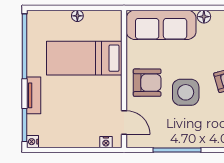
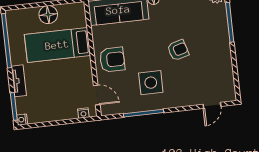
floor lamp: (77, 16) -> (48, 15), width x1.89, depth x1.89
side table: (186, 92) -> (151, 83), moved

